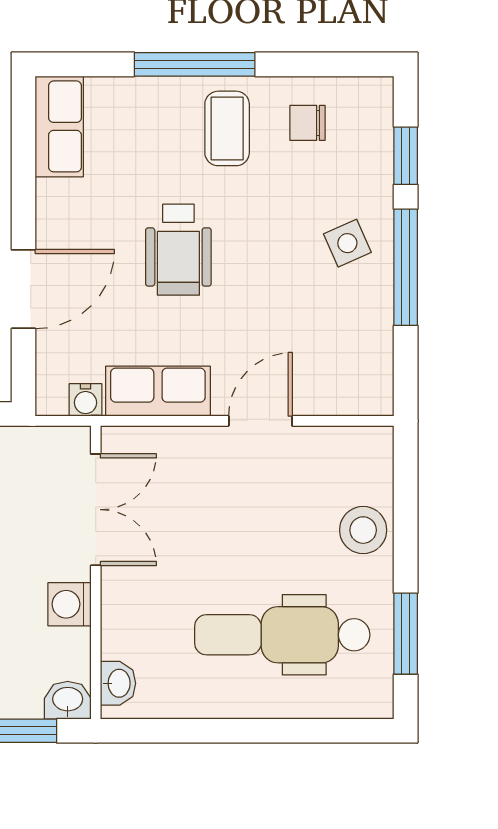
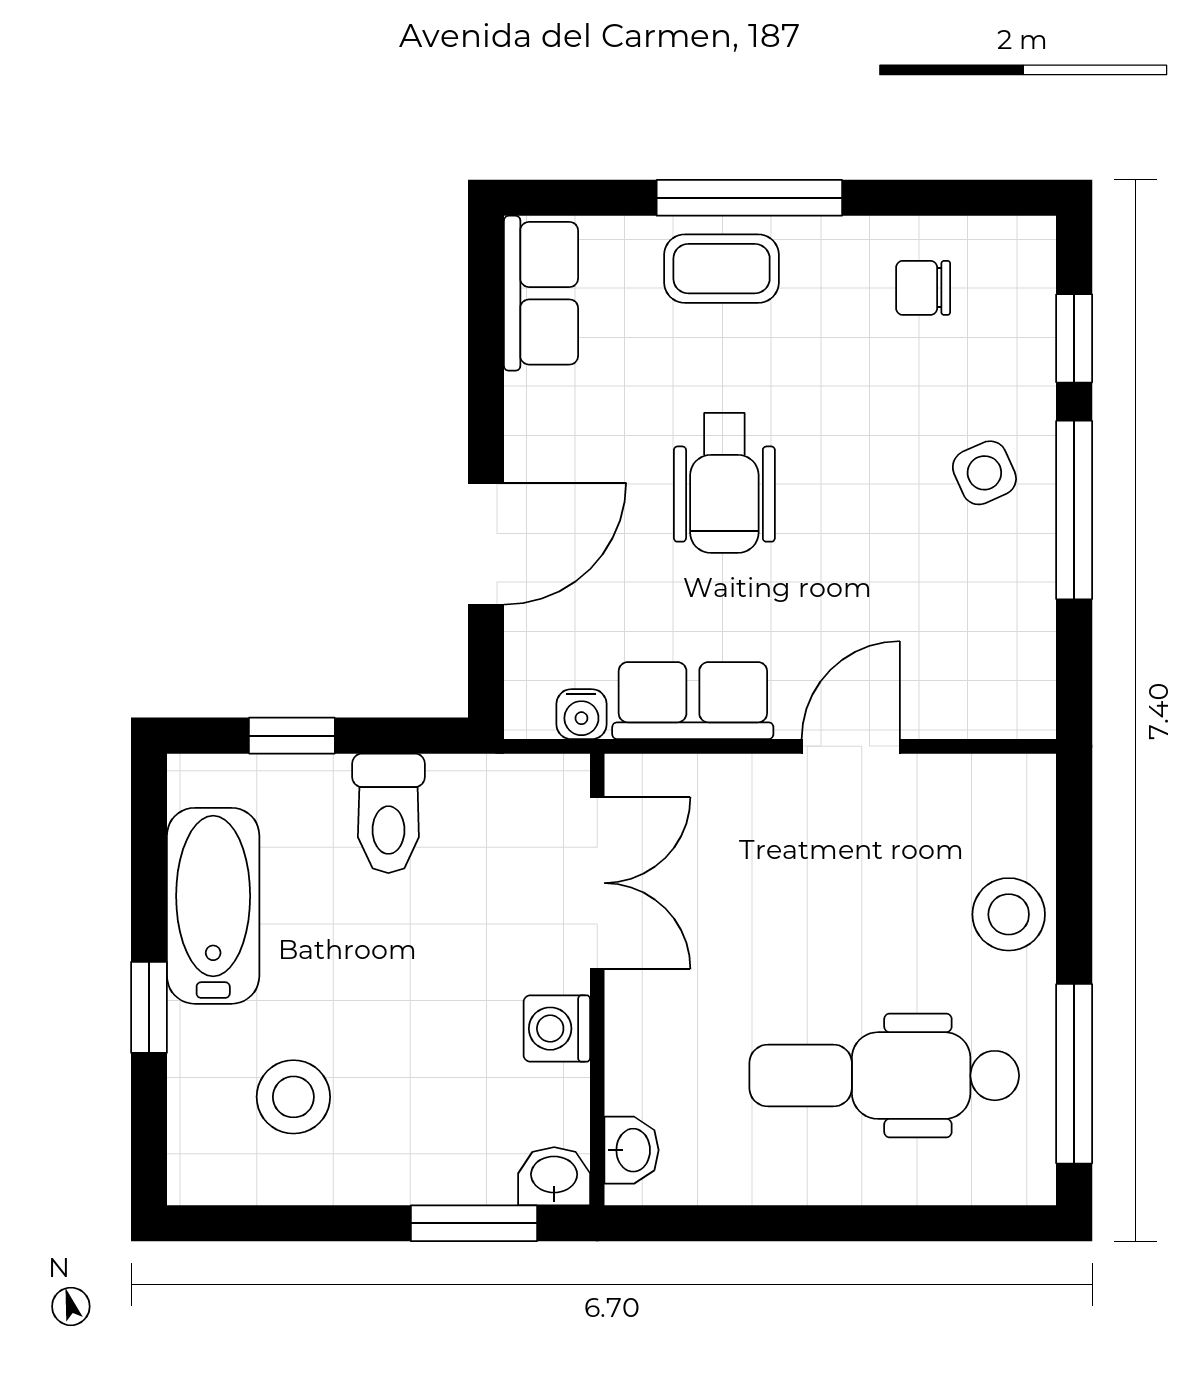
coffee table: (227, 128) -> (722, 269), moved, turned 90
window: (406, 634) -> (1074, 1074), width x1.44

